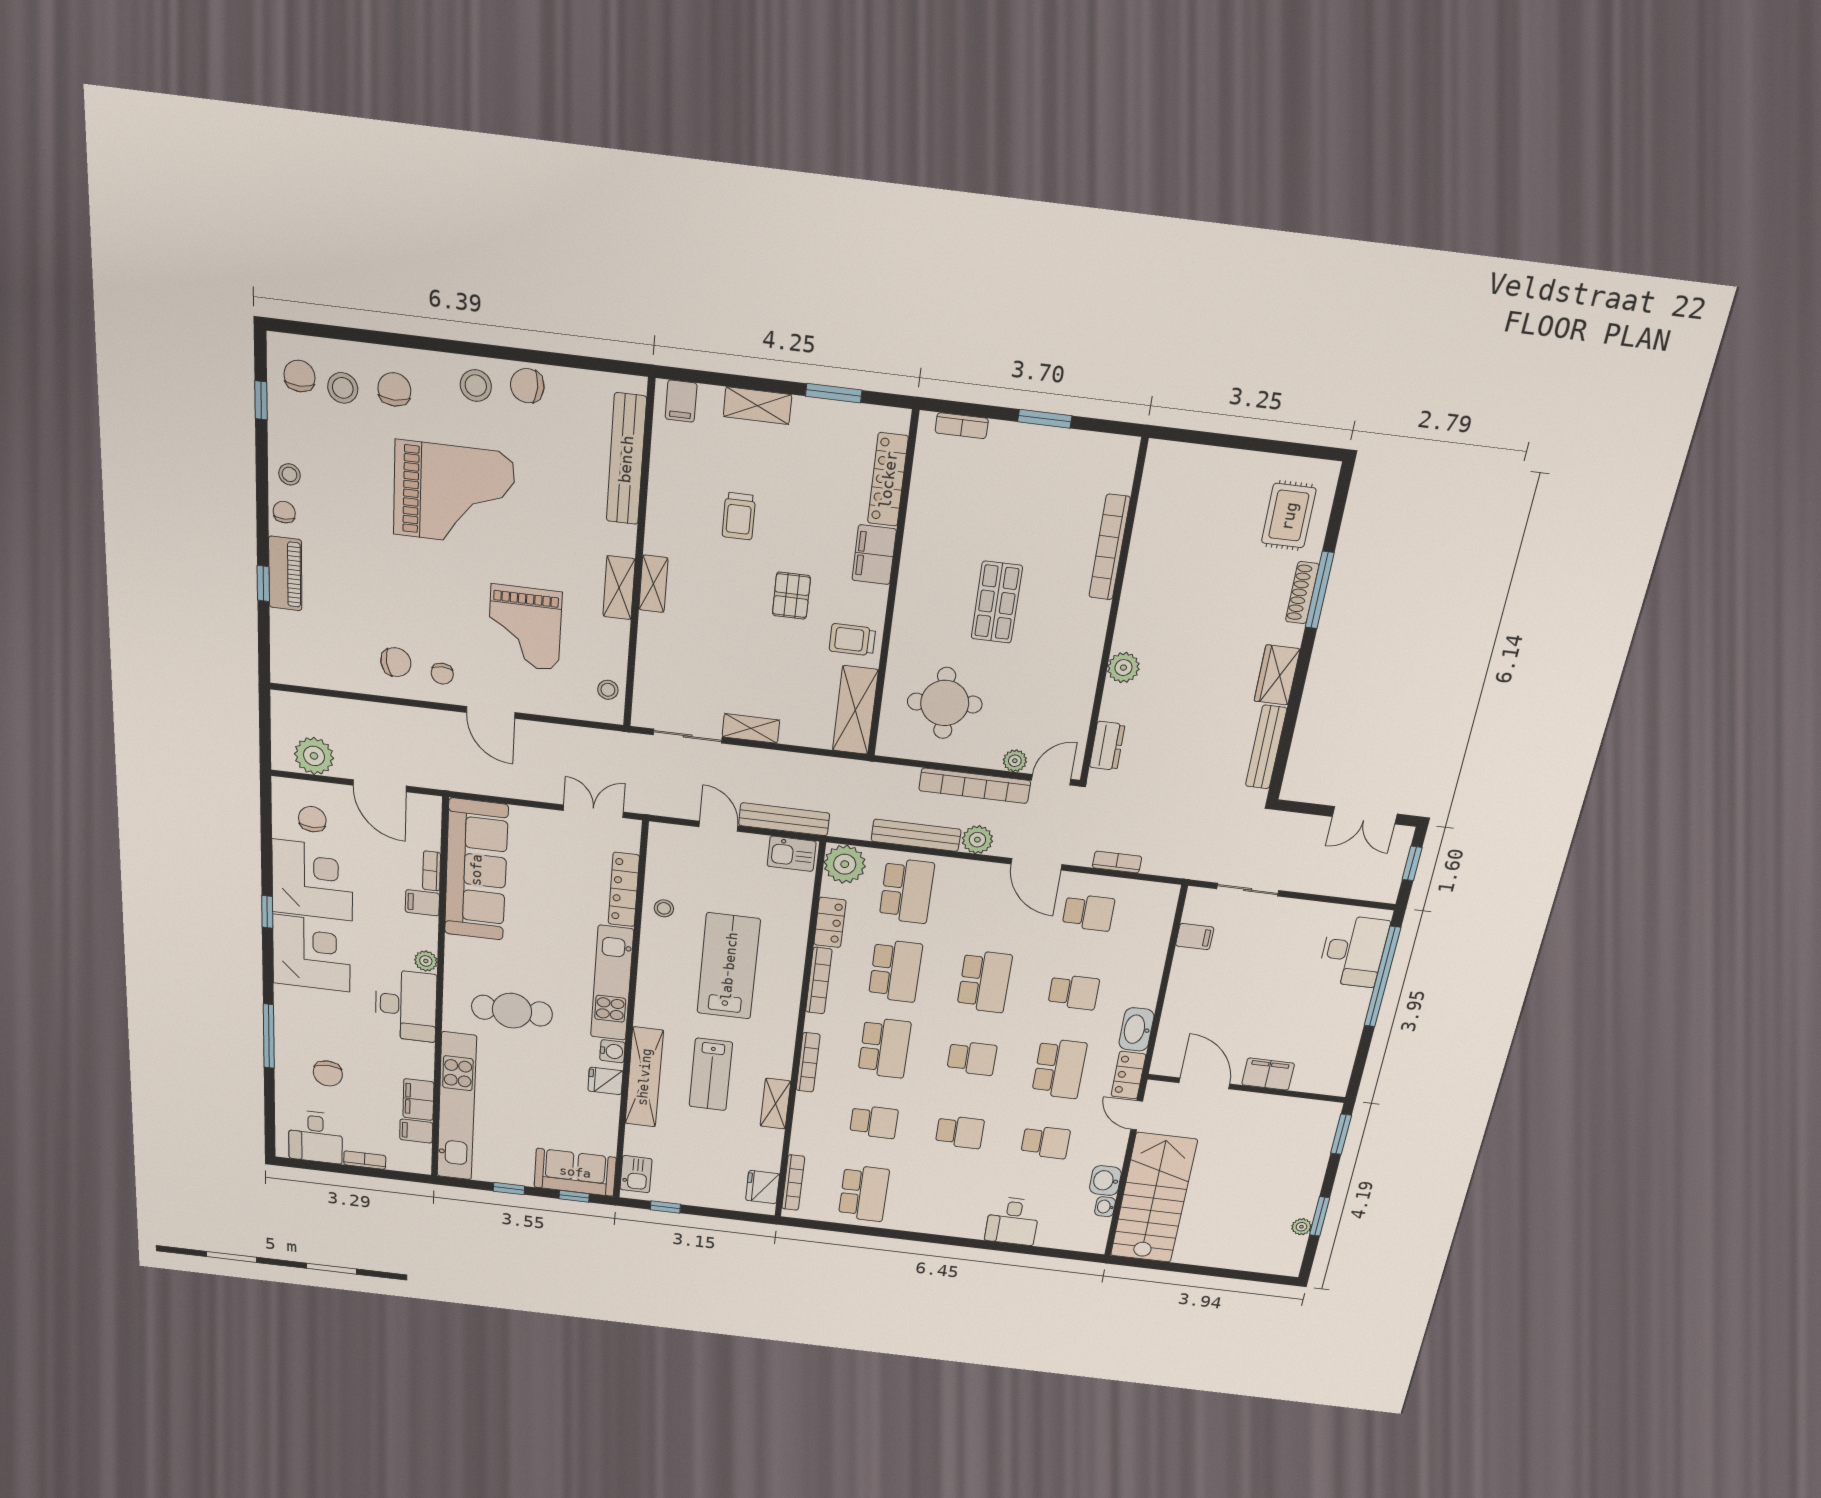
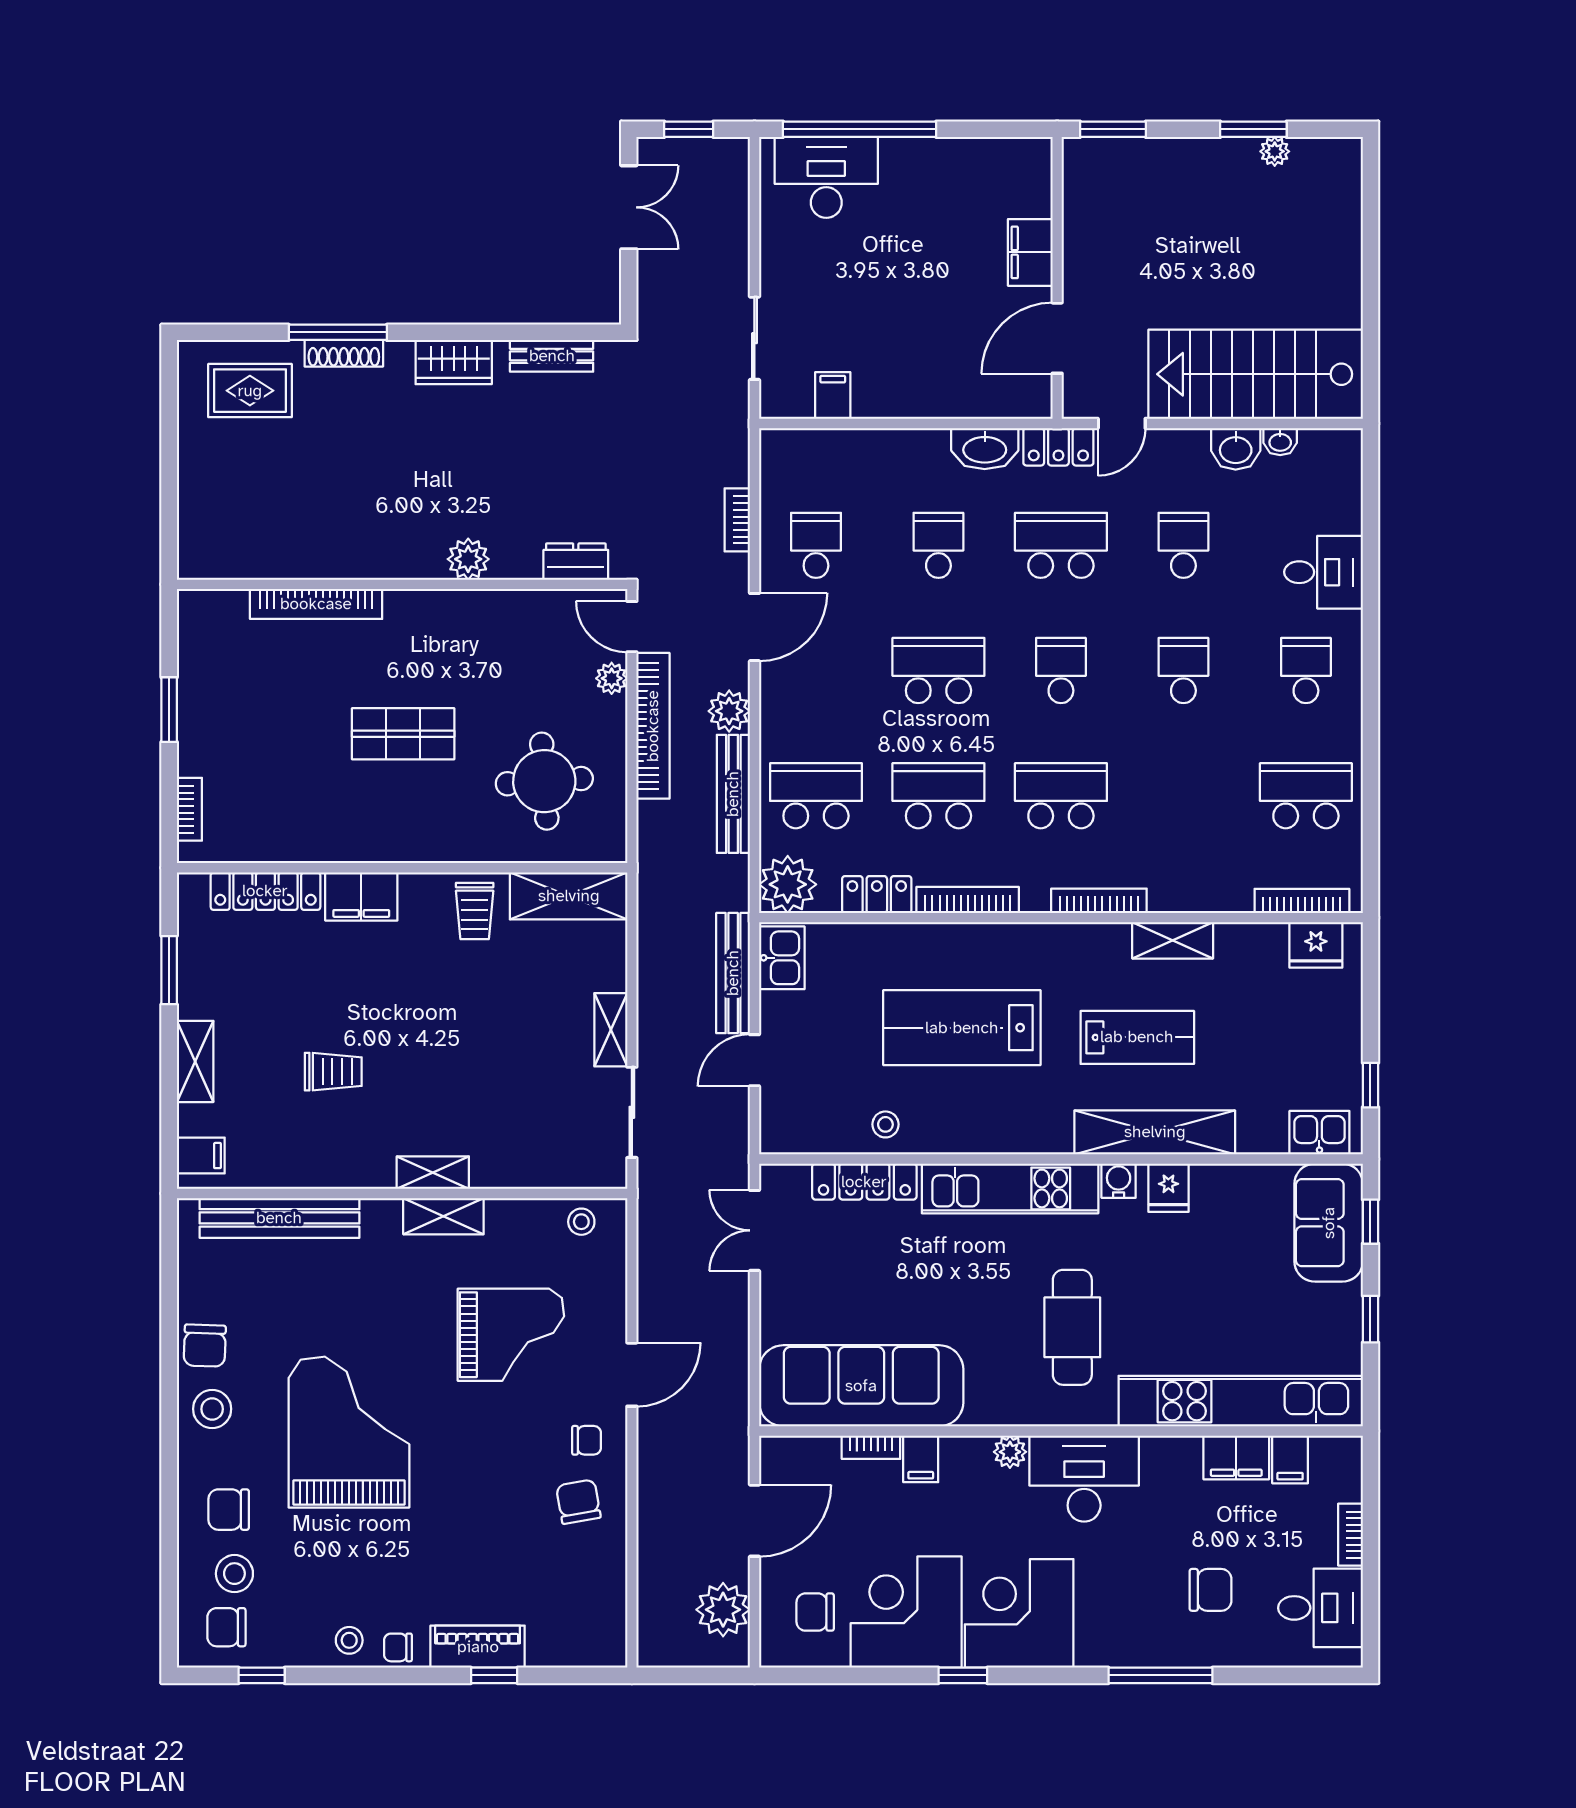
pallet: (791, 596) -> (427, 995), removed
bench: (1266, 747) -> (552, 356), width x0.73
school desk: (874, 1122) -> (1306, 671), moved

